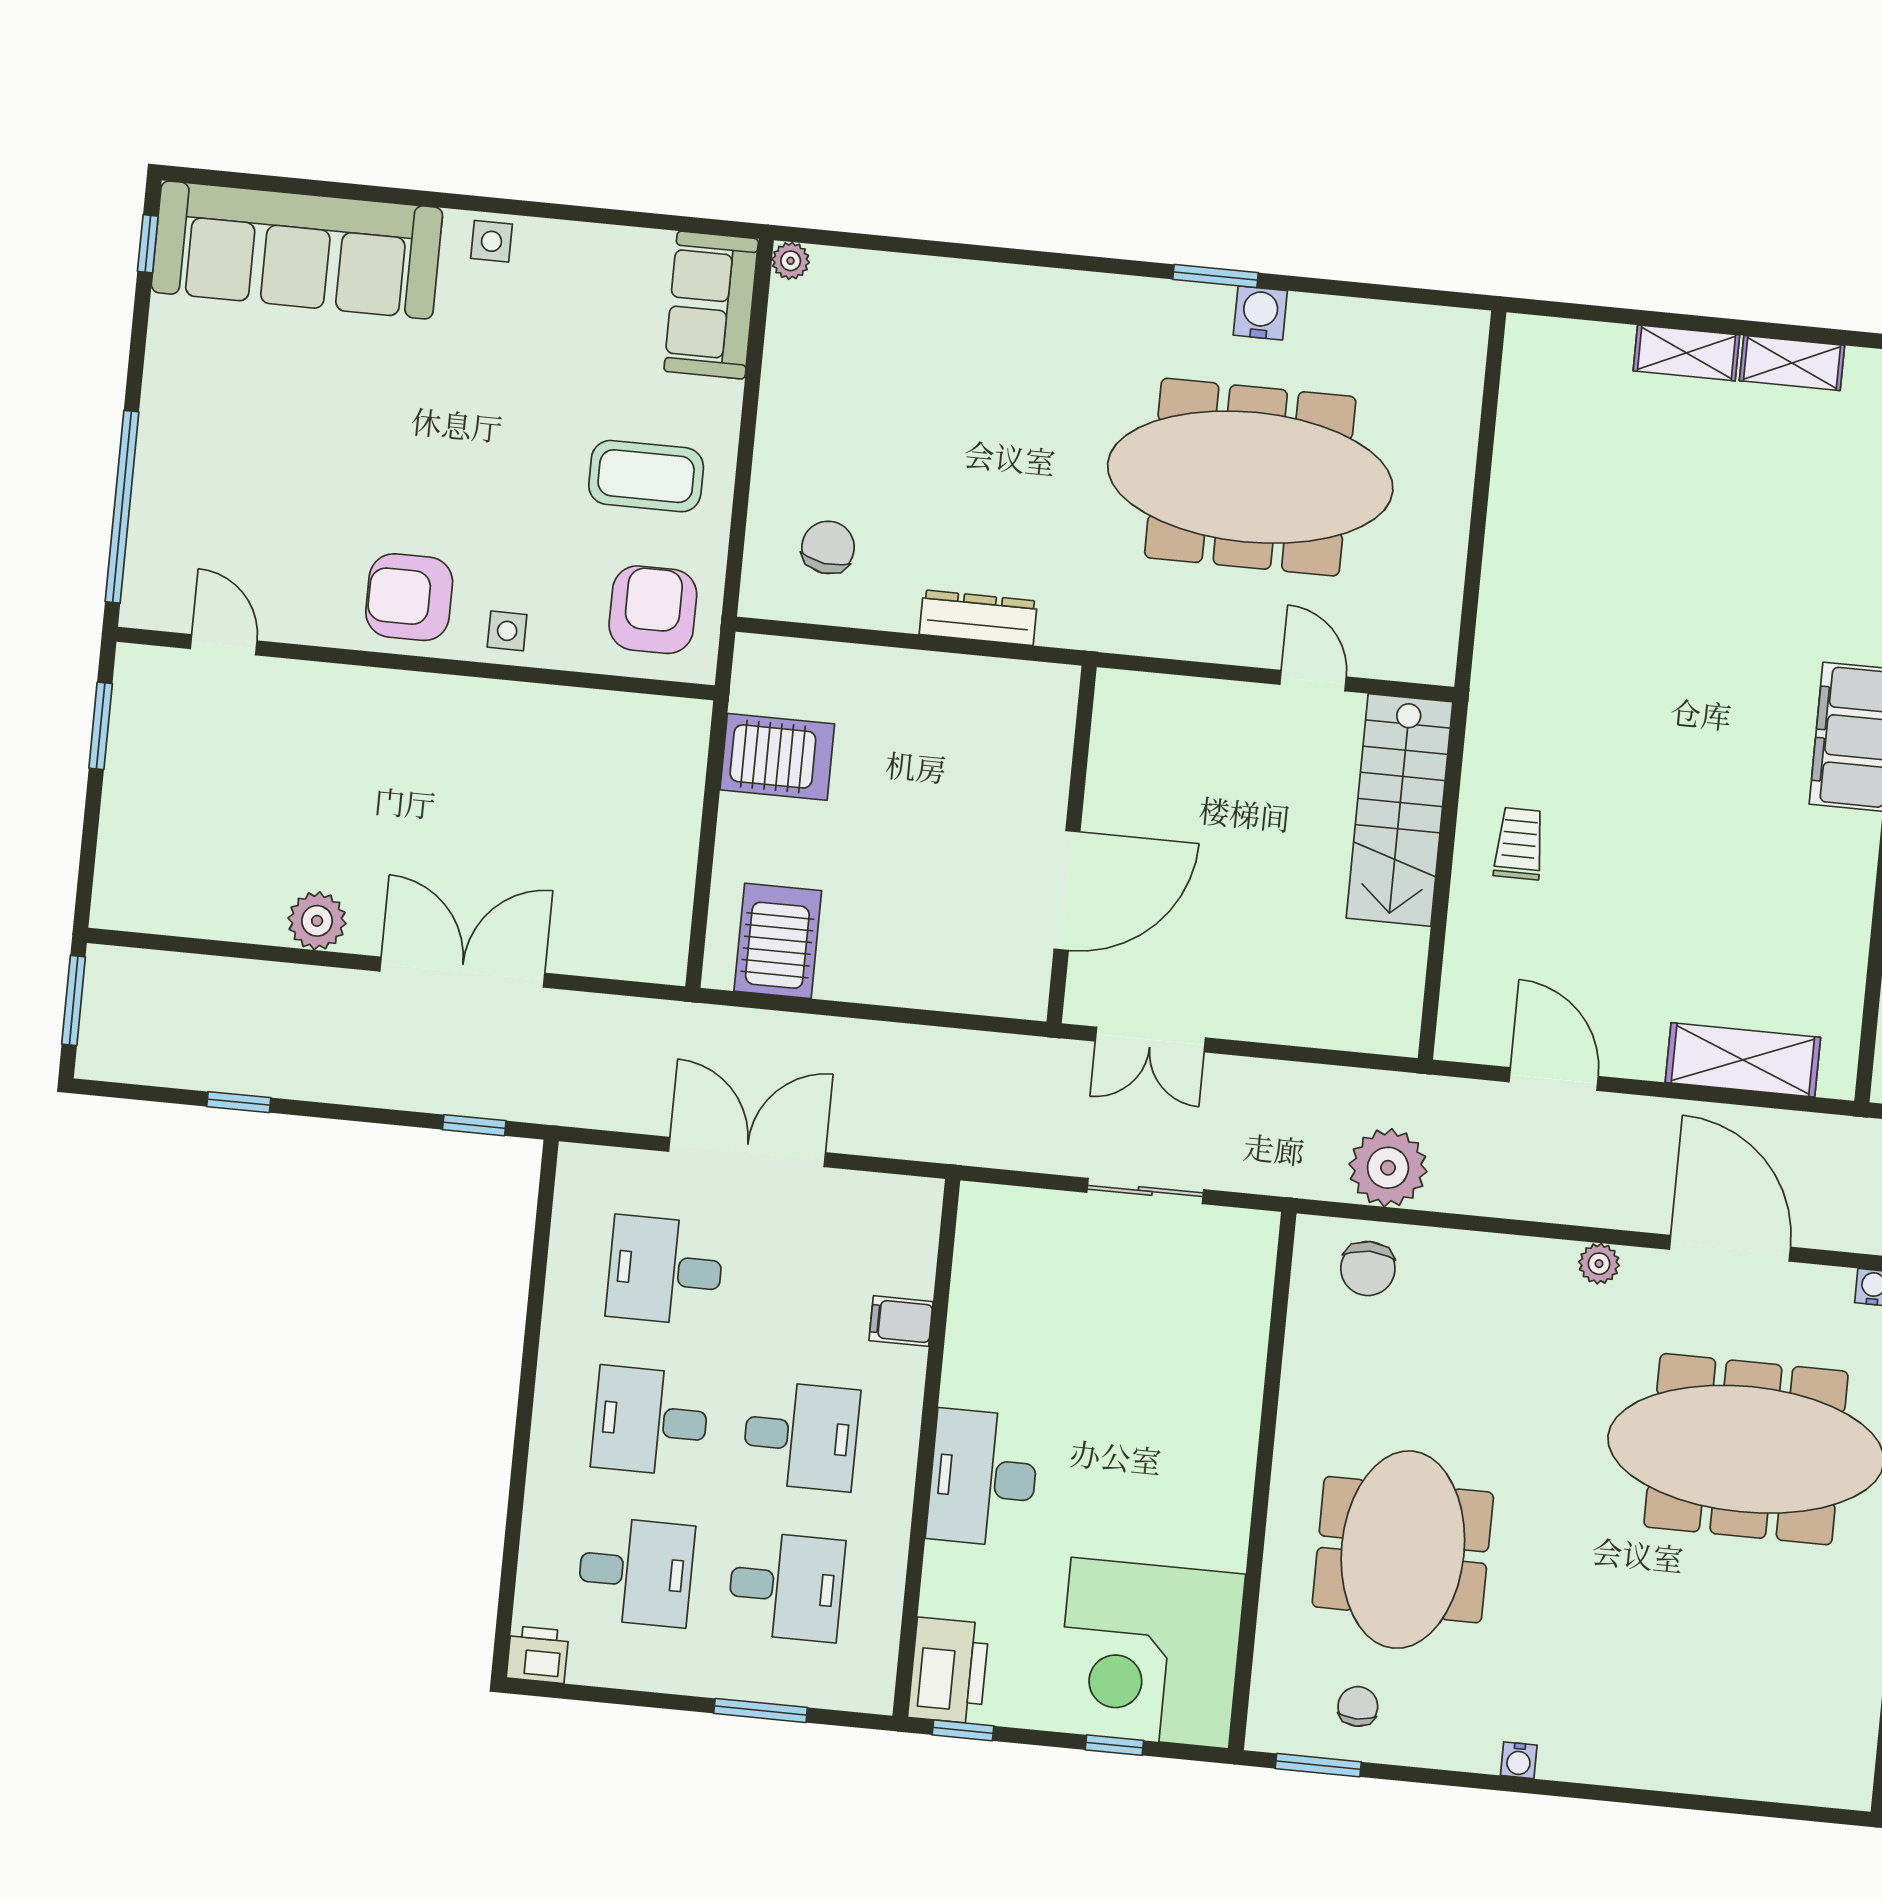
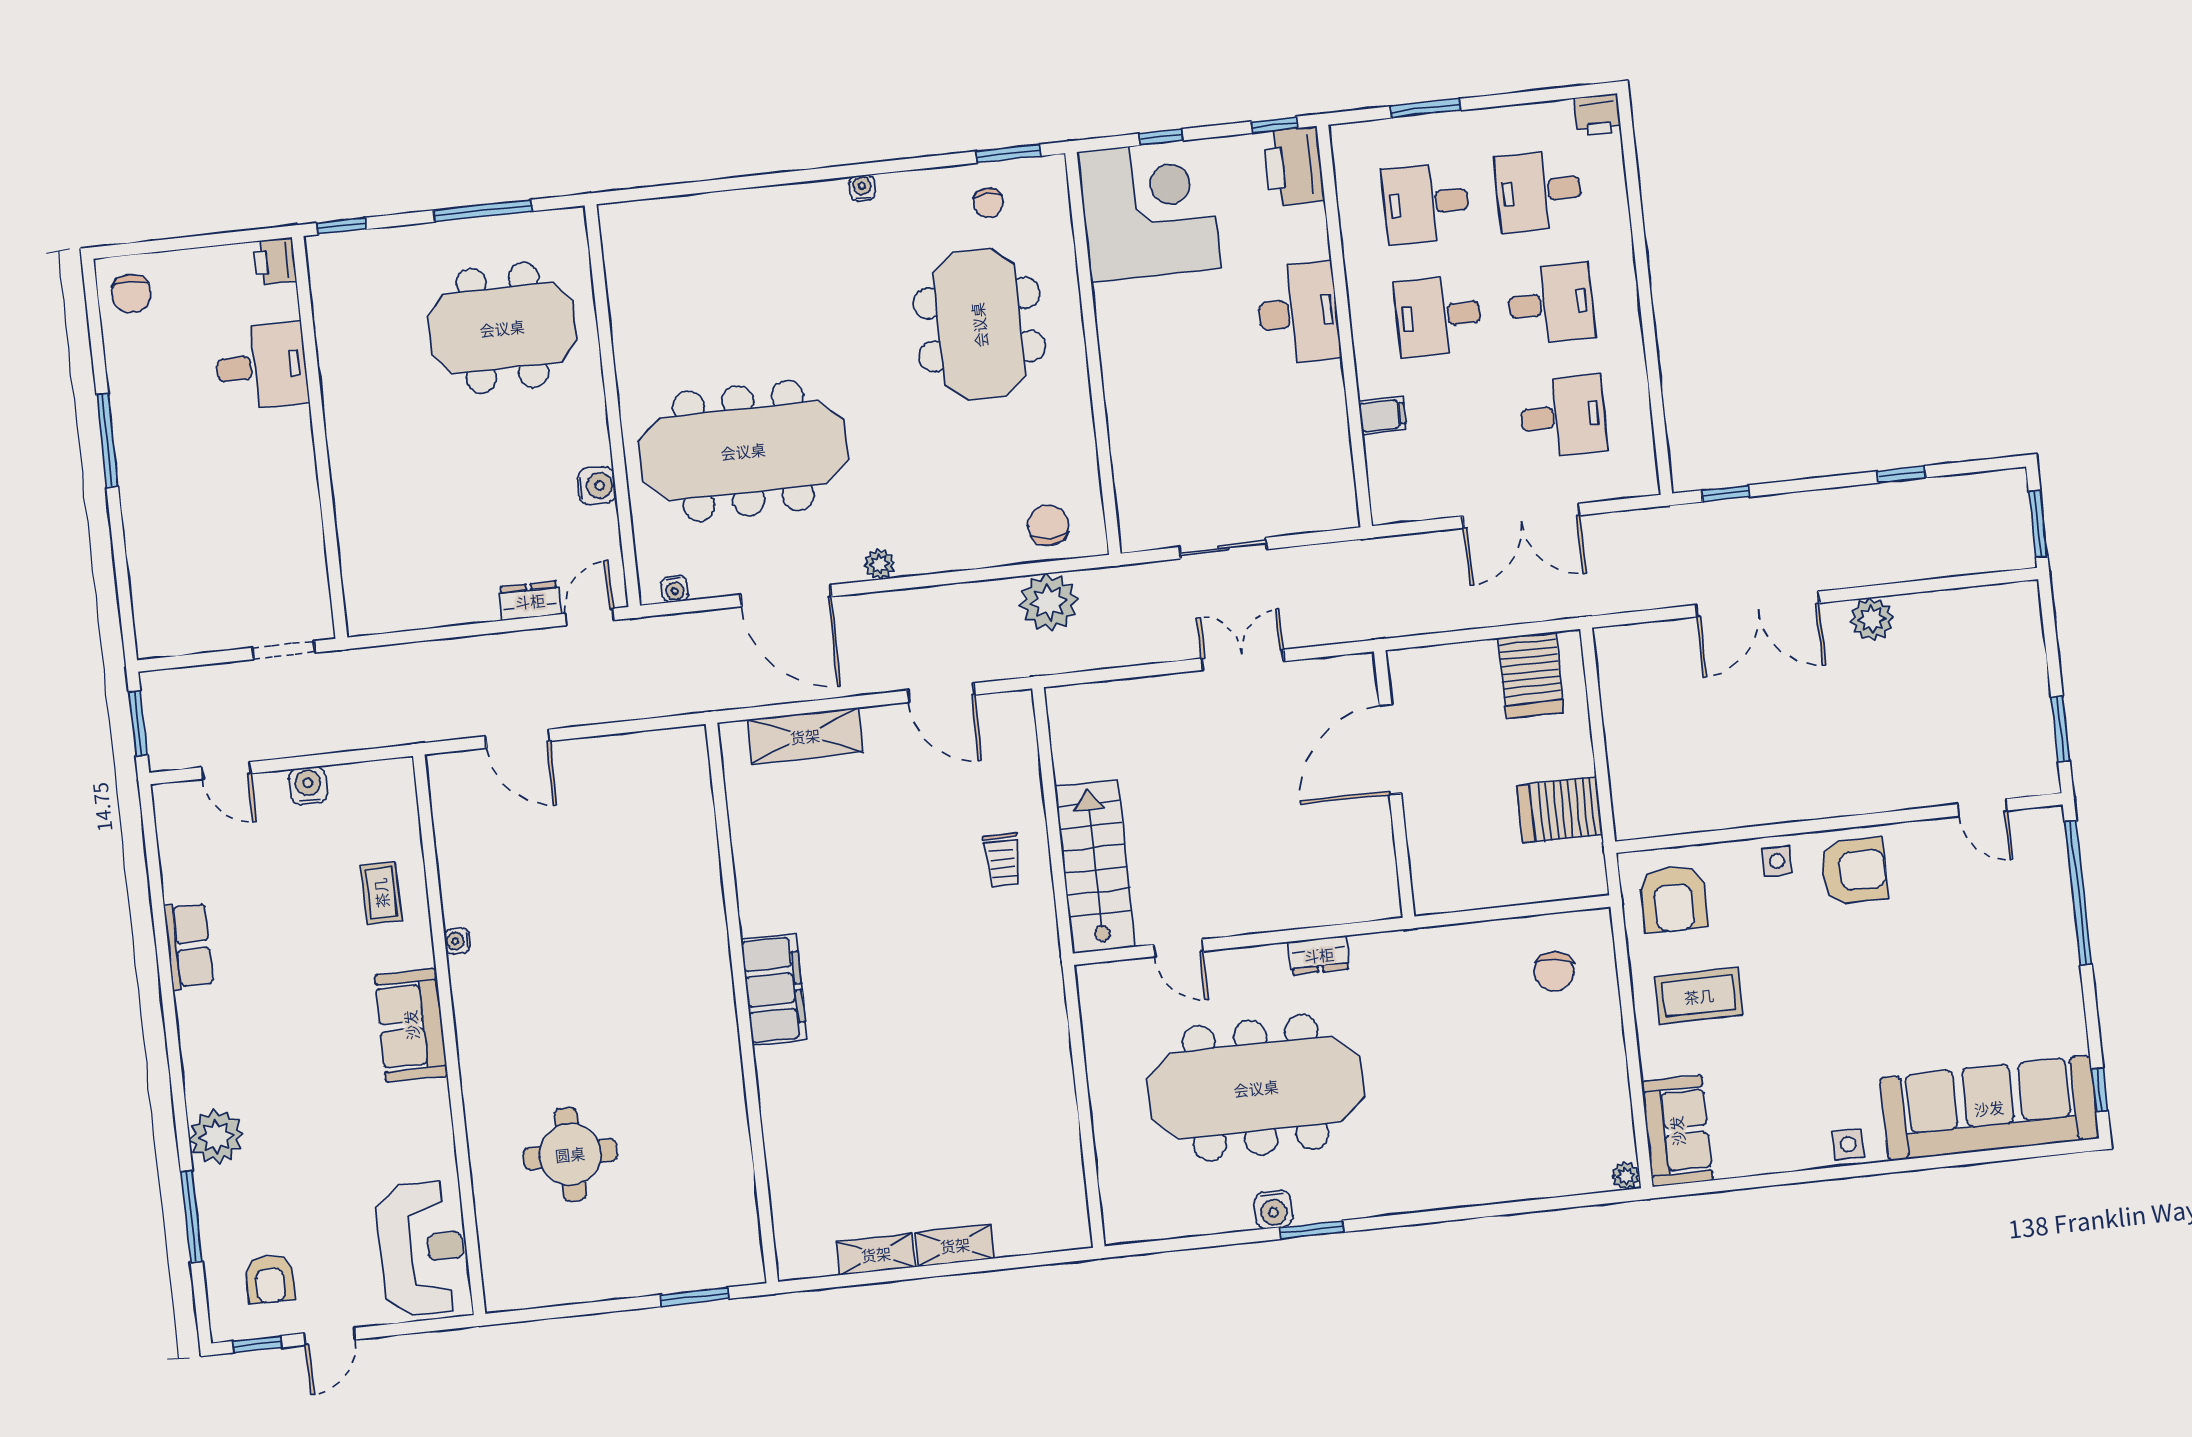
dresser: (978, 618) -> (1319, 955), moved, width x0.70
wall: (1072, 844) -> (1394, 784), moved
door: (1067, 891) -> (1390, 749), moved

